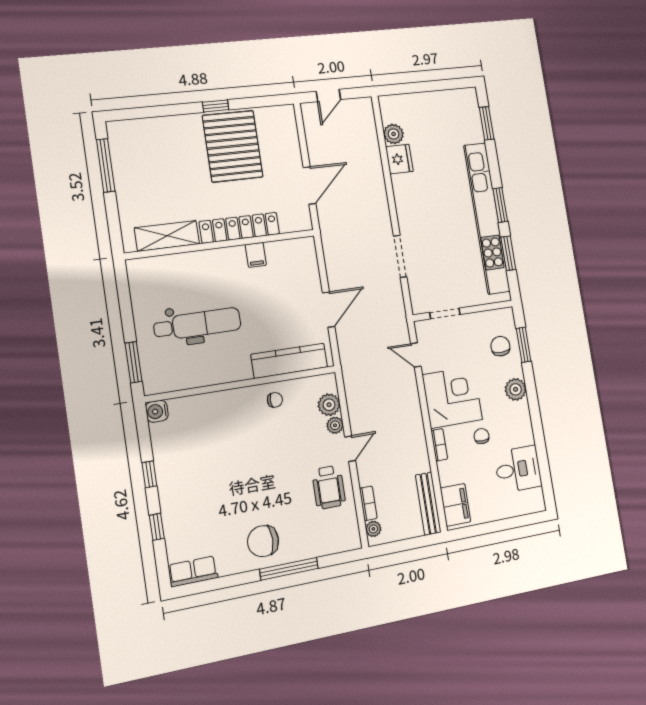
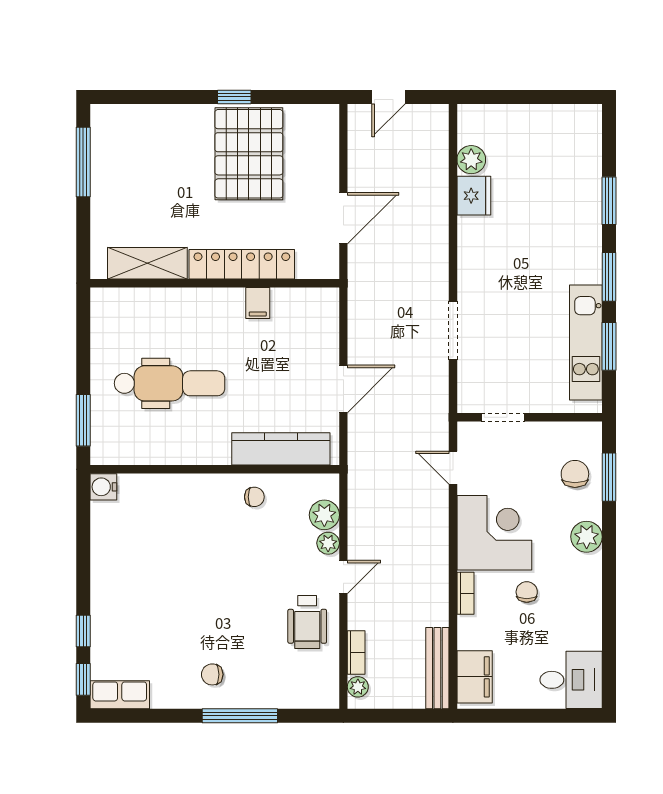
window: (487, 123) -> (609, 201), moved
kitchen unit: (487, 218) -> (586, 343), width x0.54
desk: (518, 469) -> (571, 680), moved
window: (149, 474) -> (83, 679), moved
chair: (263, 541) -> (212, 674), width x0.54, depth x0.54

